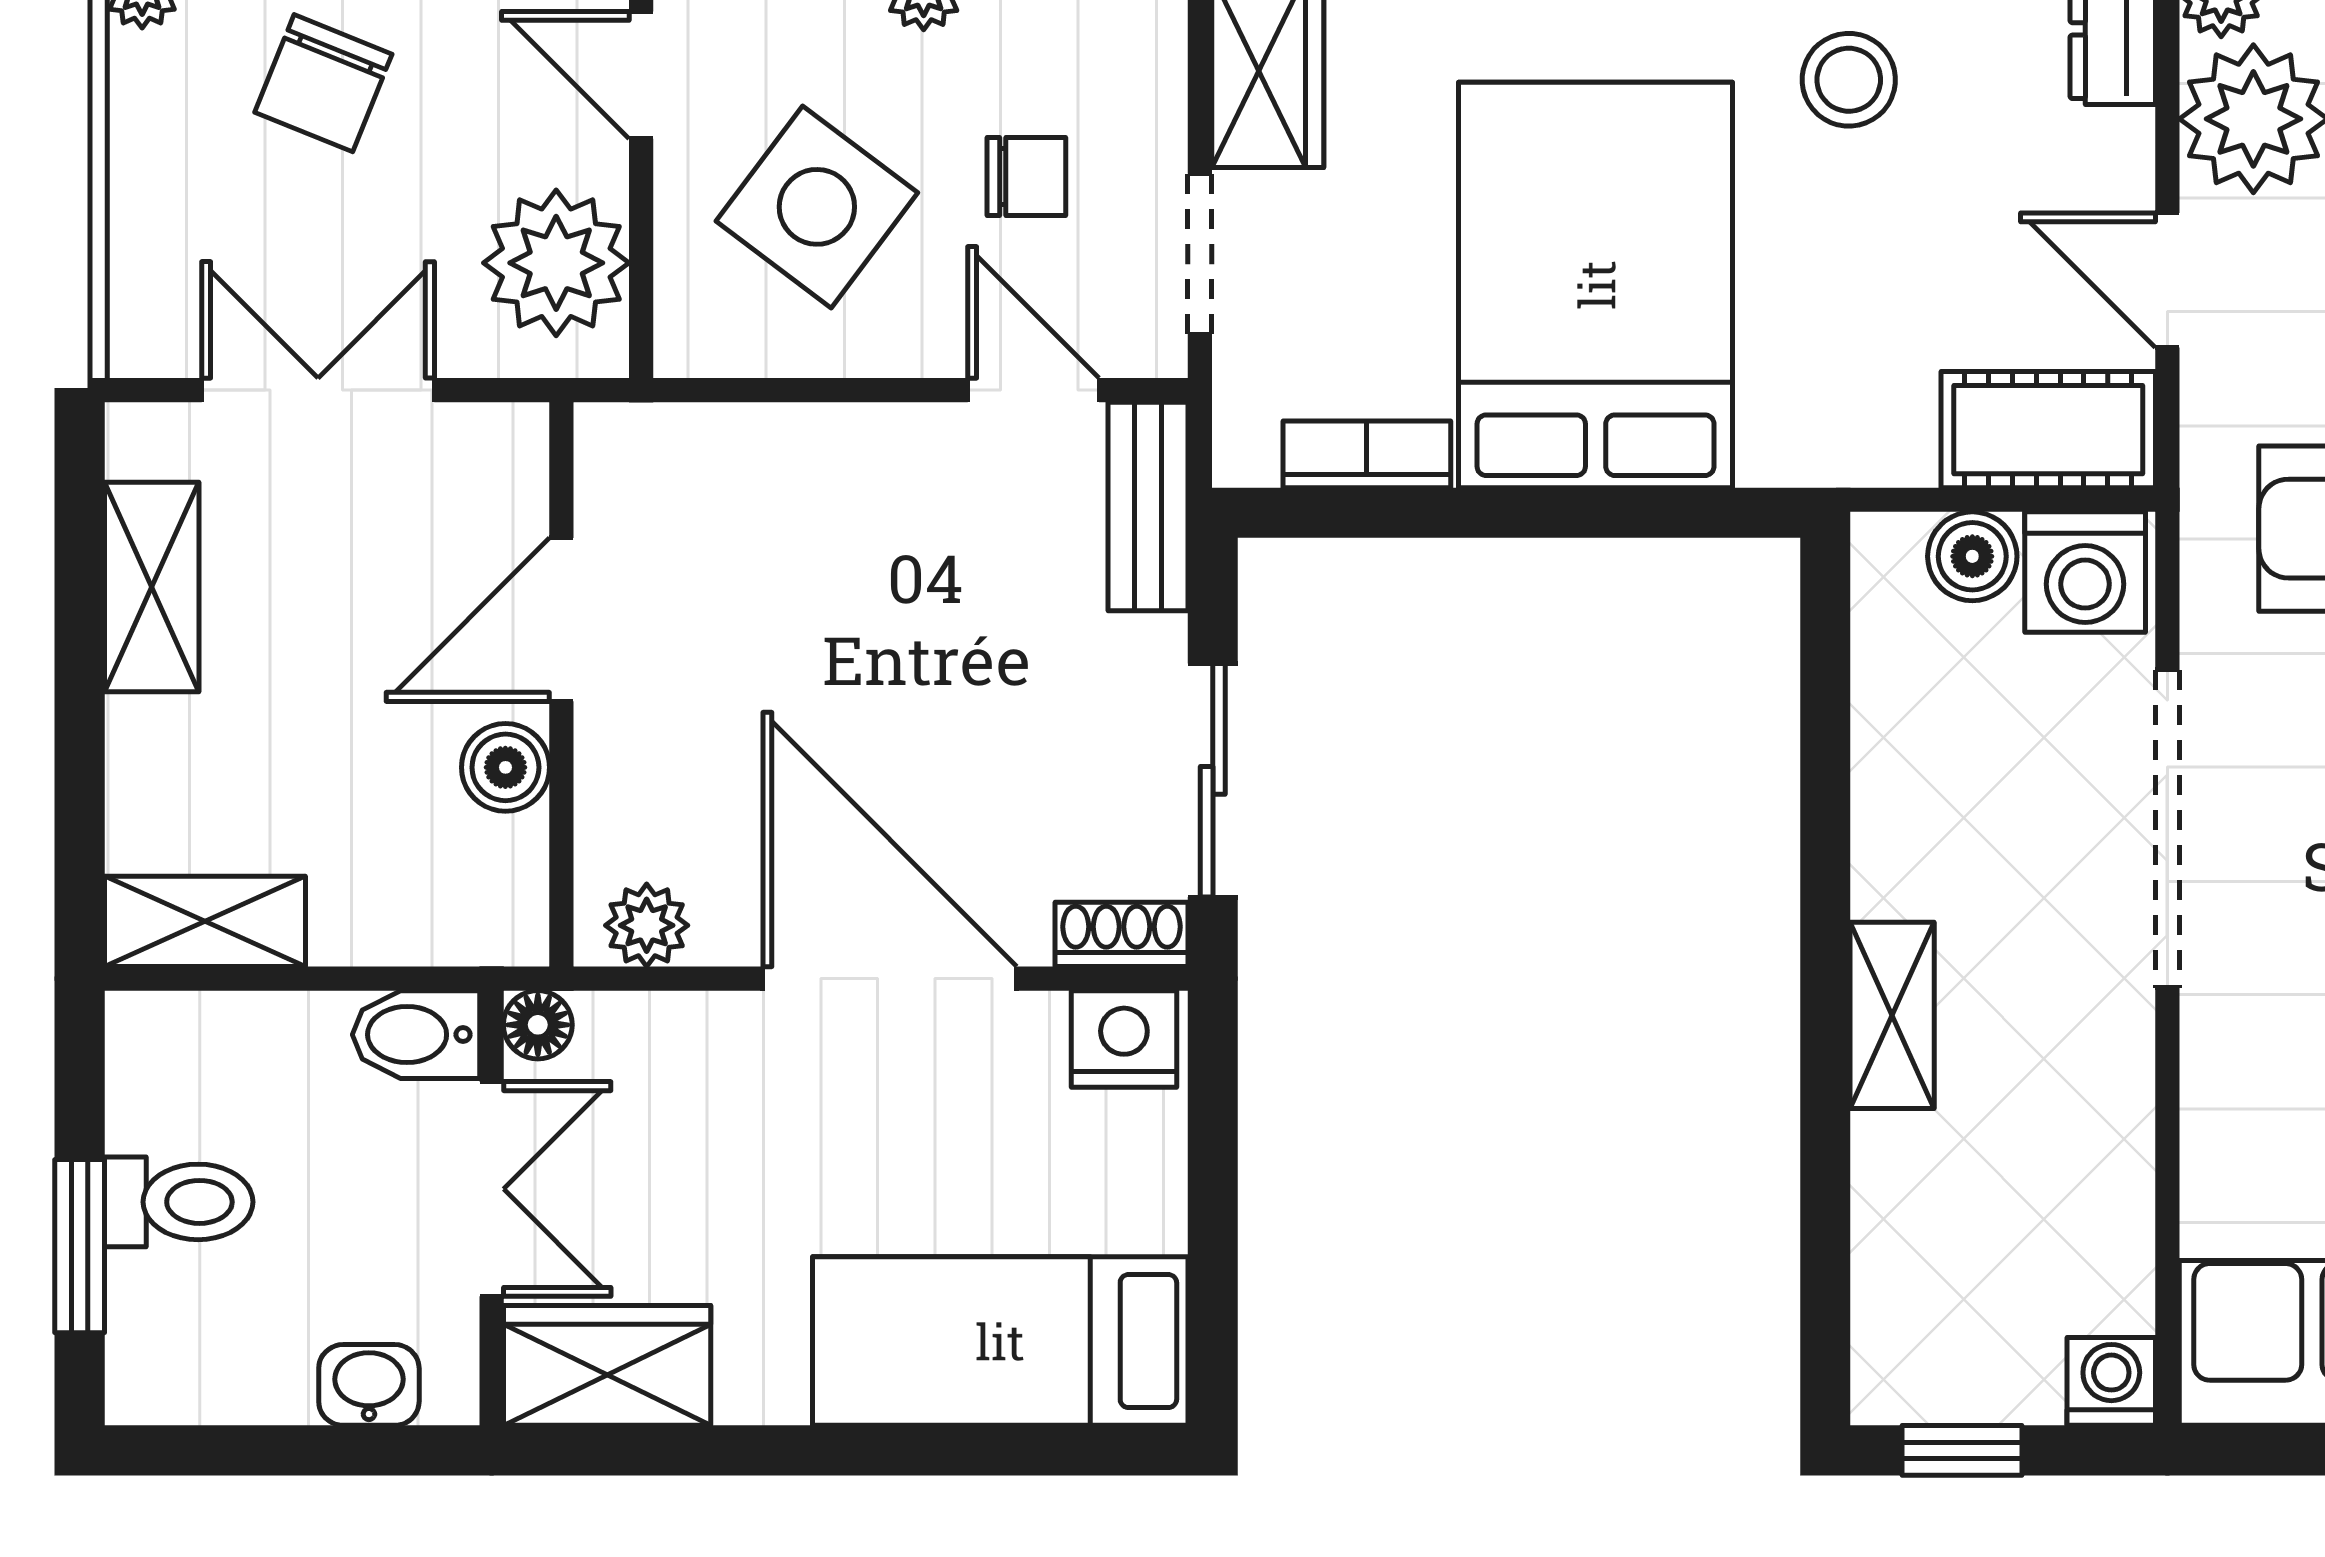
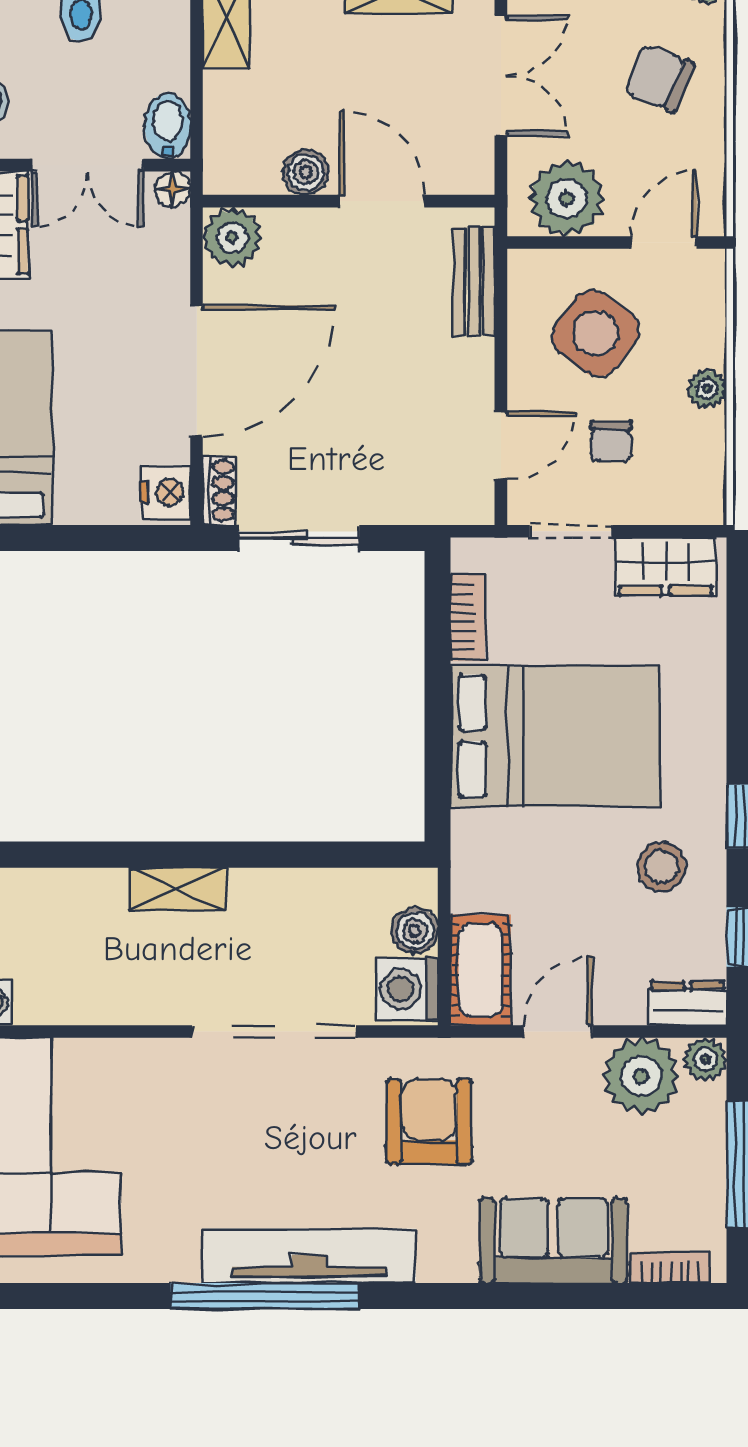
bench: (1148, 506) -> (474, 281), moved, turned 90
plant: (647, 925) -> (232, 237), width x1.38, depth x1.38

